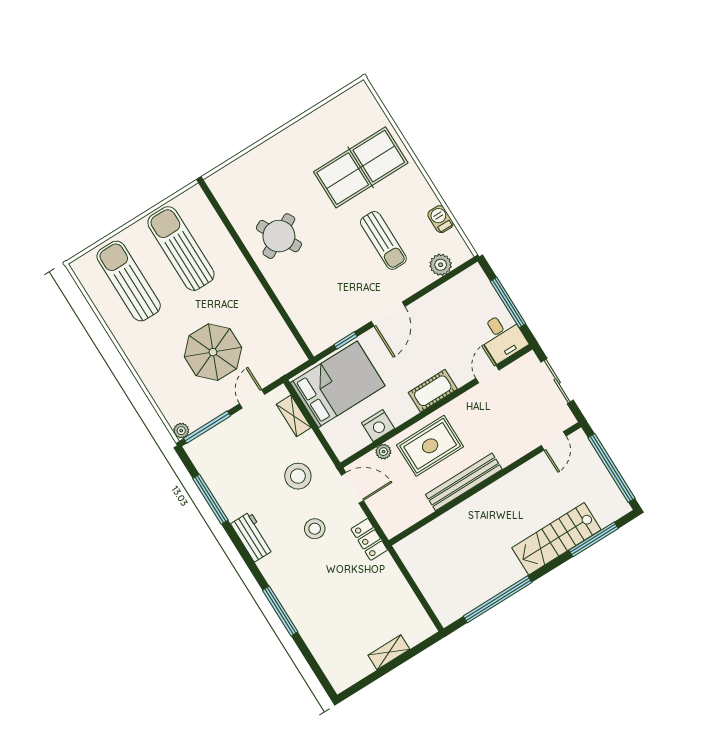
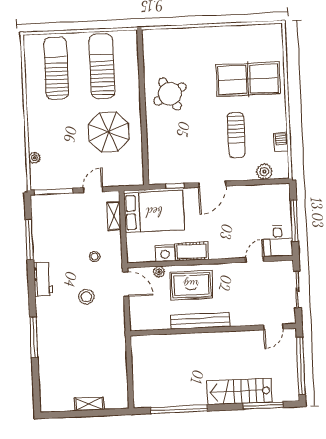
parasol: (213, 352) -> (109, 132), moved
cot: (433, 391) -> (192, 251), moved
plant: (181, 431) -> (34, 158), moved
stool: (298, 476) -> (95, 256), width x0.53, depth x0.53
locker: (369, 539) -> (118, 324), removed

